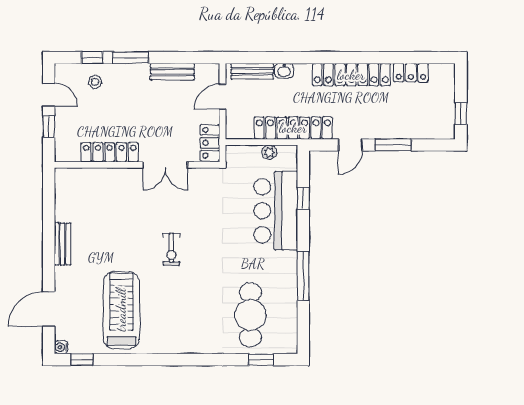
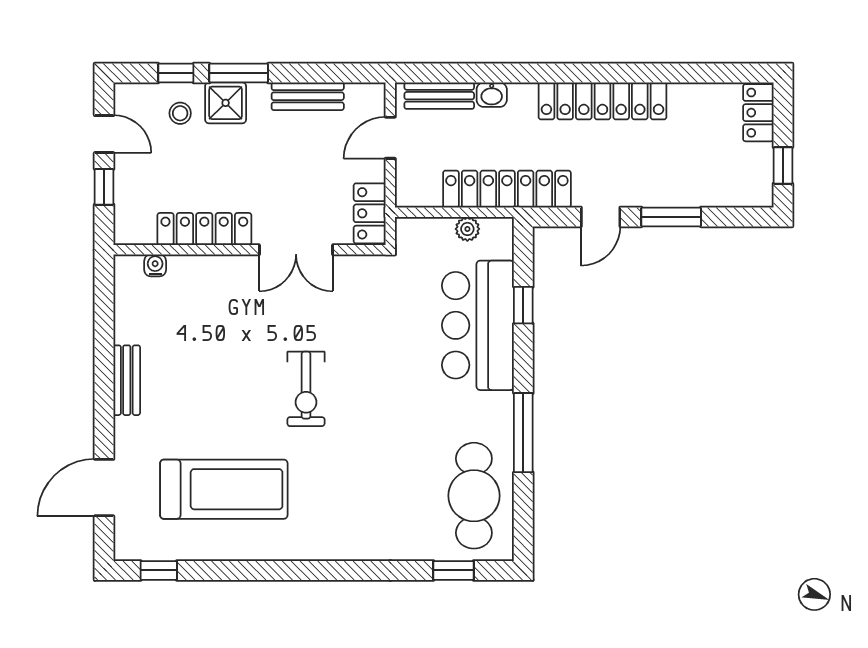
locker: (411, 73) -> (758, 113), moved, turned 90
shower: (123, 76) -> (226, 103), added
exercise bike: (171, 249) -> (306, 389), width x1.38, depth x1.39
treadmill: (121, 310) -> (224, 489), turned 90
cafe table: (251, 315) -> (474, 496), moved
water cooler: (61, 347) -> (155, 265), moved, turned 90

